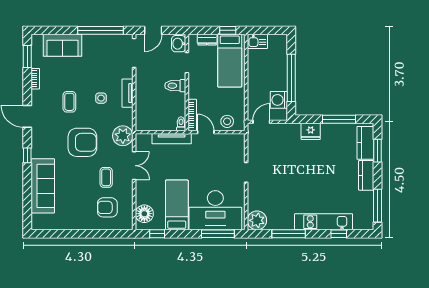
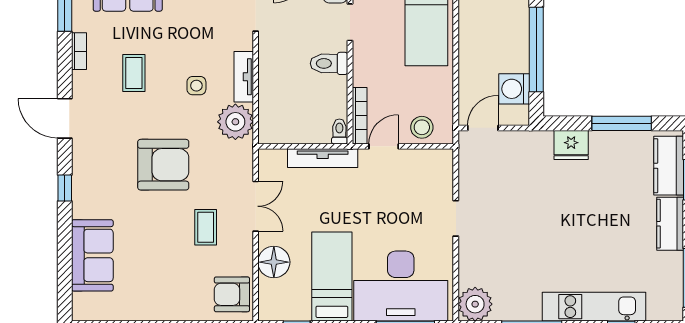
coffee table: (69, 102) -> (134, 73), moved
door: (206, 132) -> (384, 146), hinge flipped
plant: (123, 136) -> (235, 122), moved
sofa: (43, 186) -> (92, 255), width x0.73
armchair: (107, 207) -> (232, 294), moved
floor lamp: (144, 214) -> (274, 262), moved

